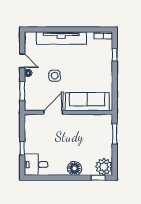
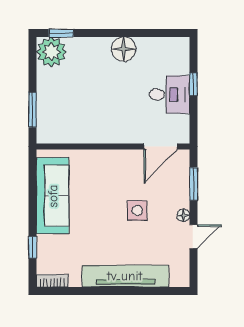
door: (22, 61) -> (194, 237), swing flipped
sofa: (87, 102) -> (53, 196), moved, turned -90
door: (53, 112) -> (160, 147), moved
desk: (36, 165) -> (169, 95), moved
floor lamp: (74, 168) -> (124, 49), moved

